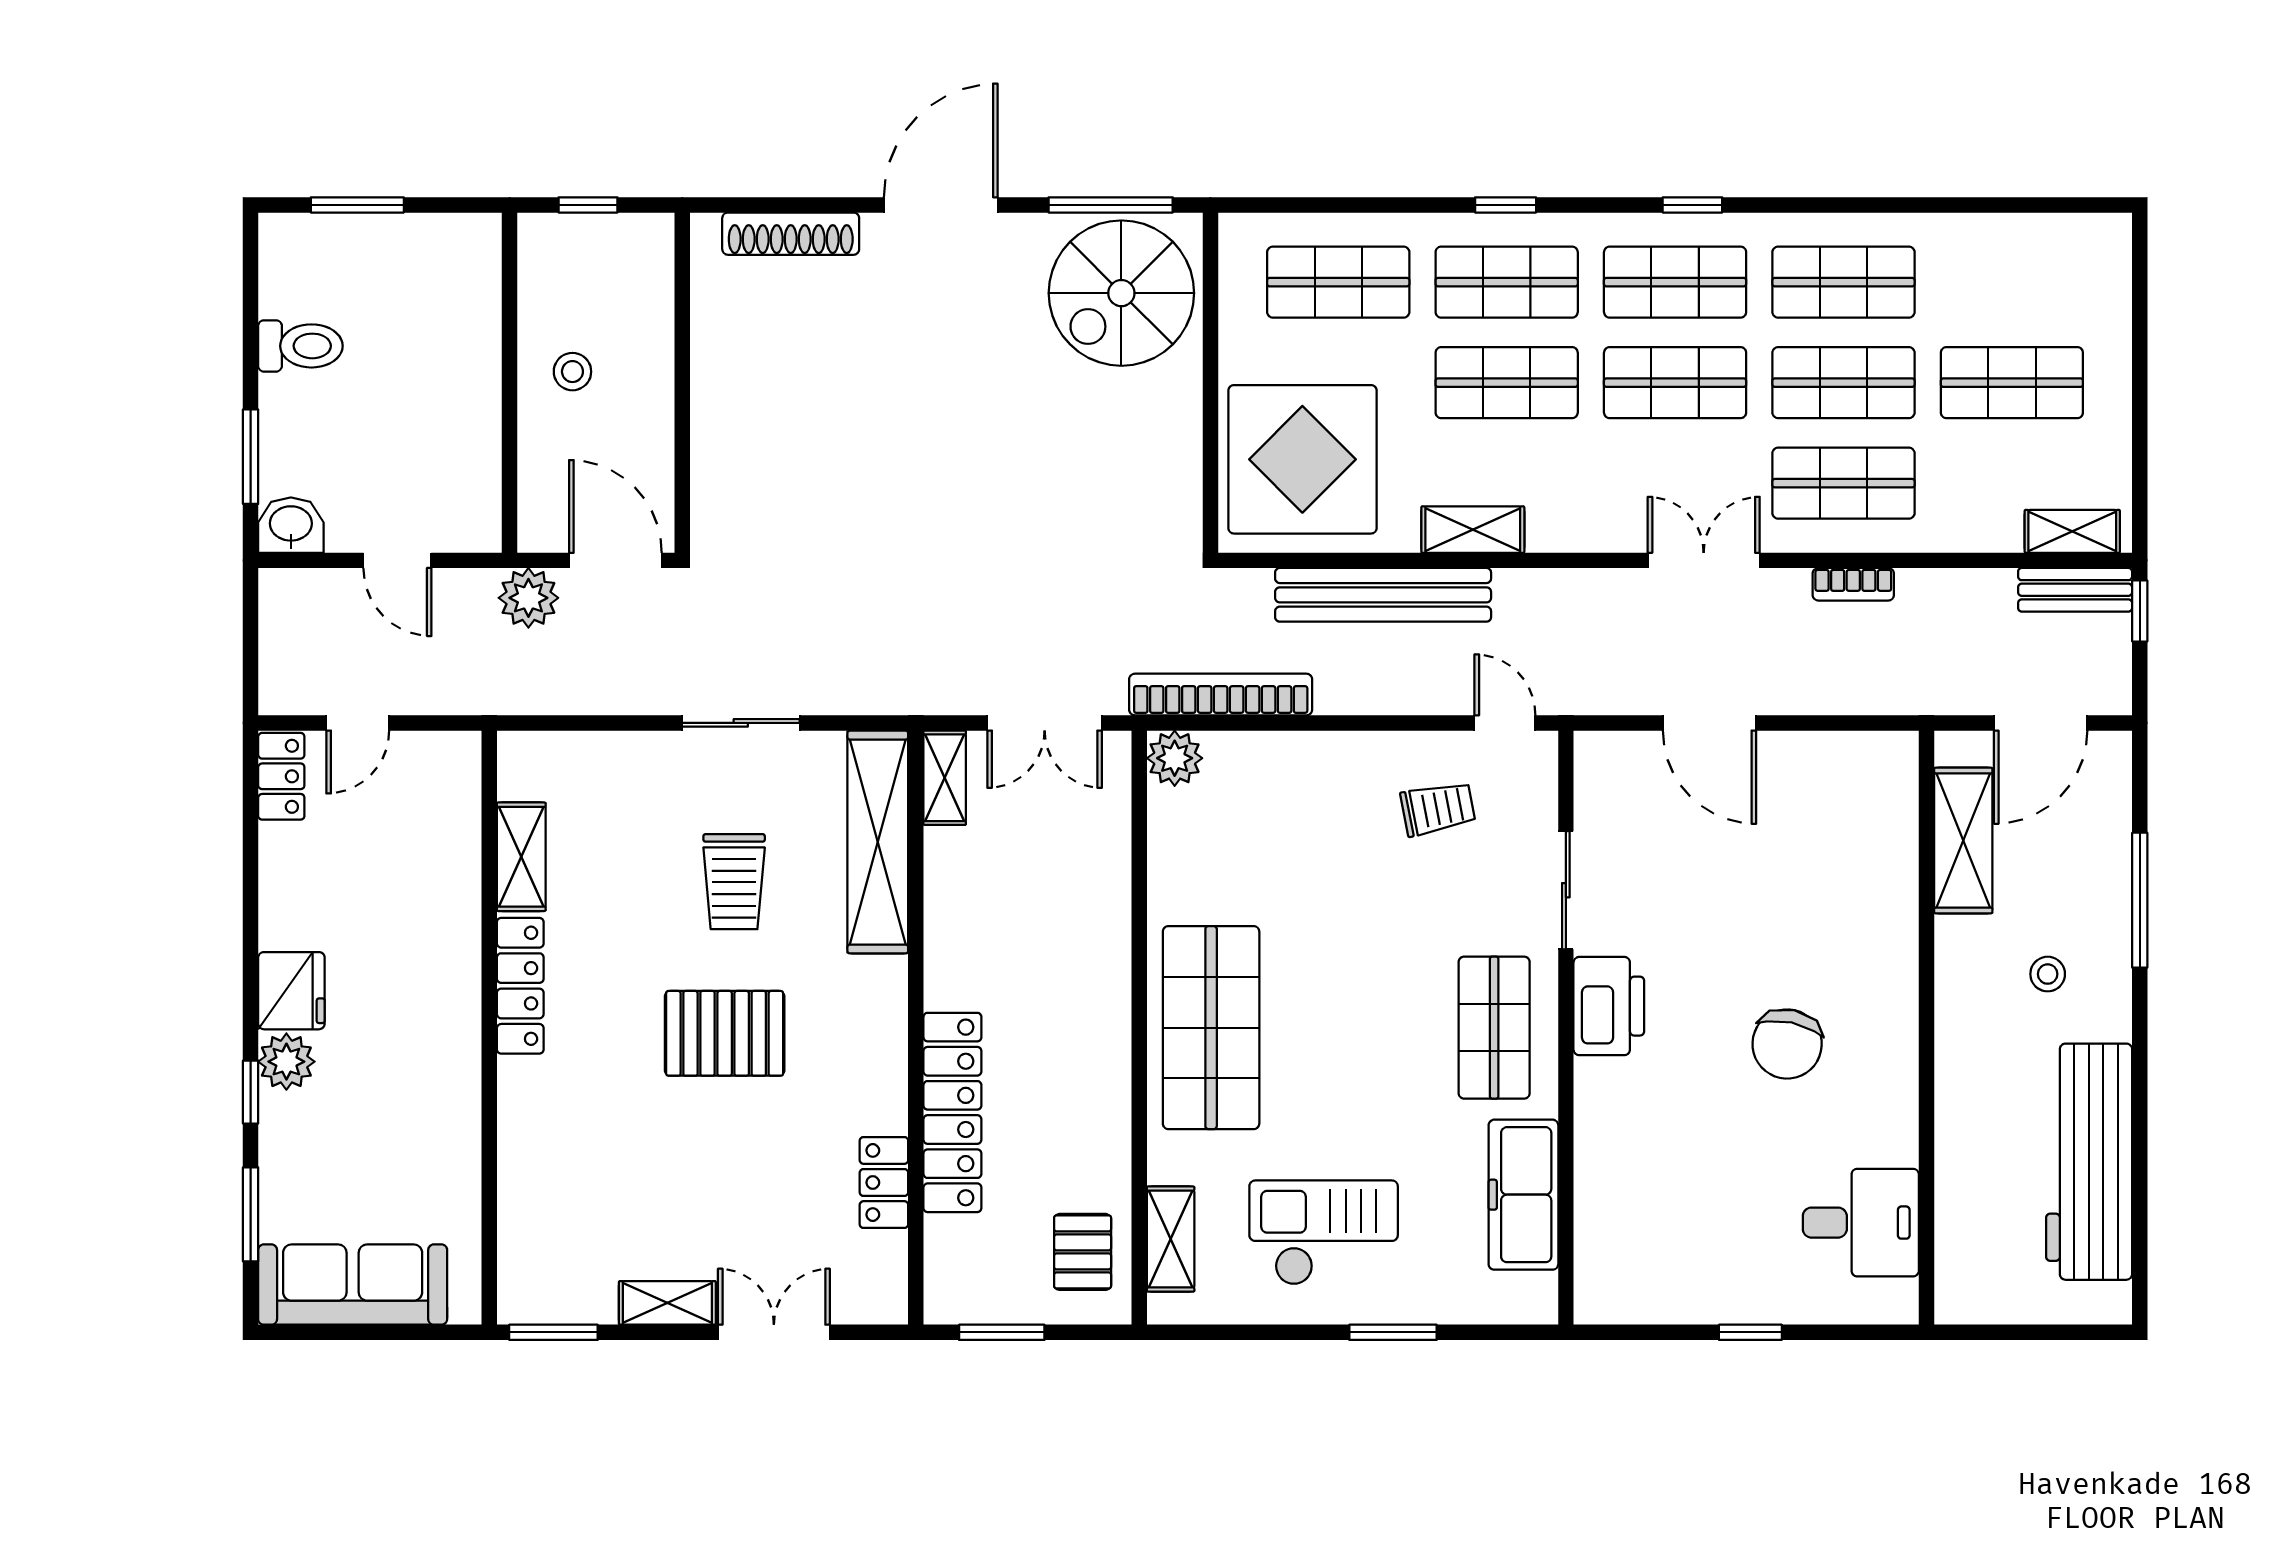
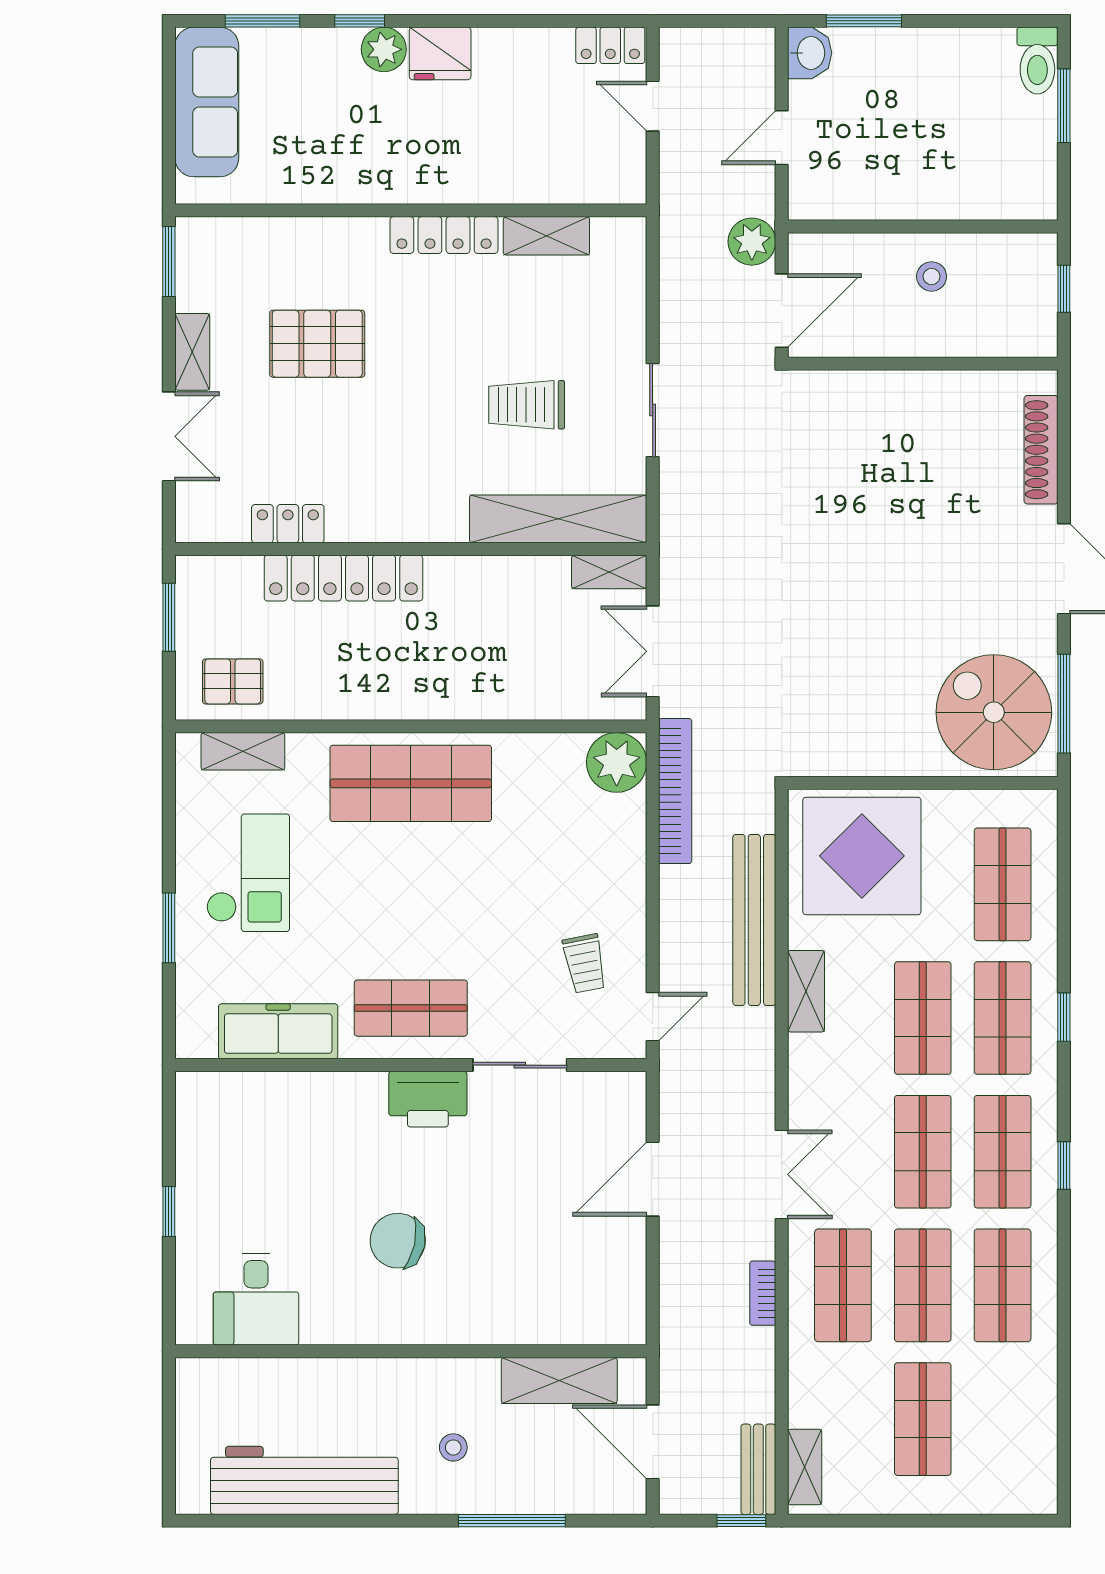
toilet: (300, 346) -> (1037, 61), moved
plant: (1175, 758) -> (617, 762), width x1.36, depth x1.36
pallet: (725, 1033) -> (317, 344), moved, turned 90

